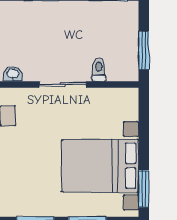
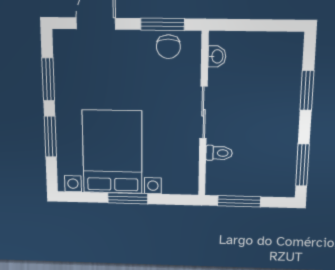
window: (144, 189) -> (128, 198), moved

